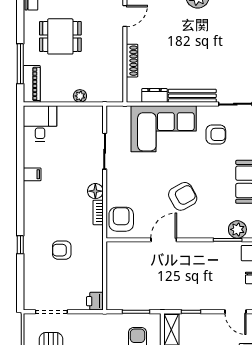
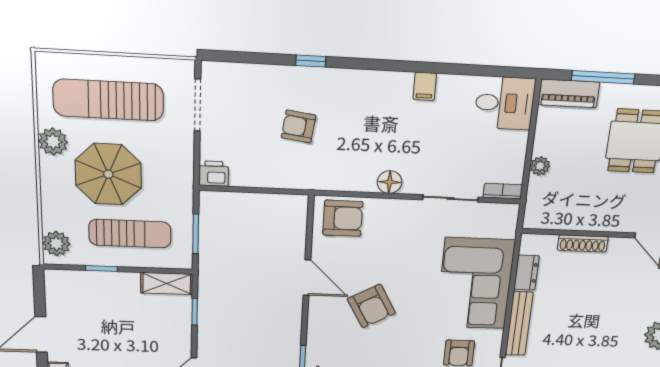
bookcase: (98, 212) -> (503, 191), moved
armchair: (62, 250) -> (298, 126), turned -82

